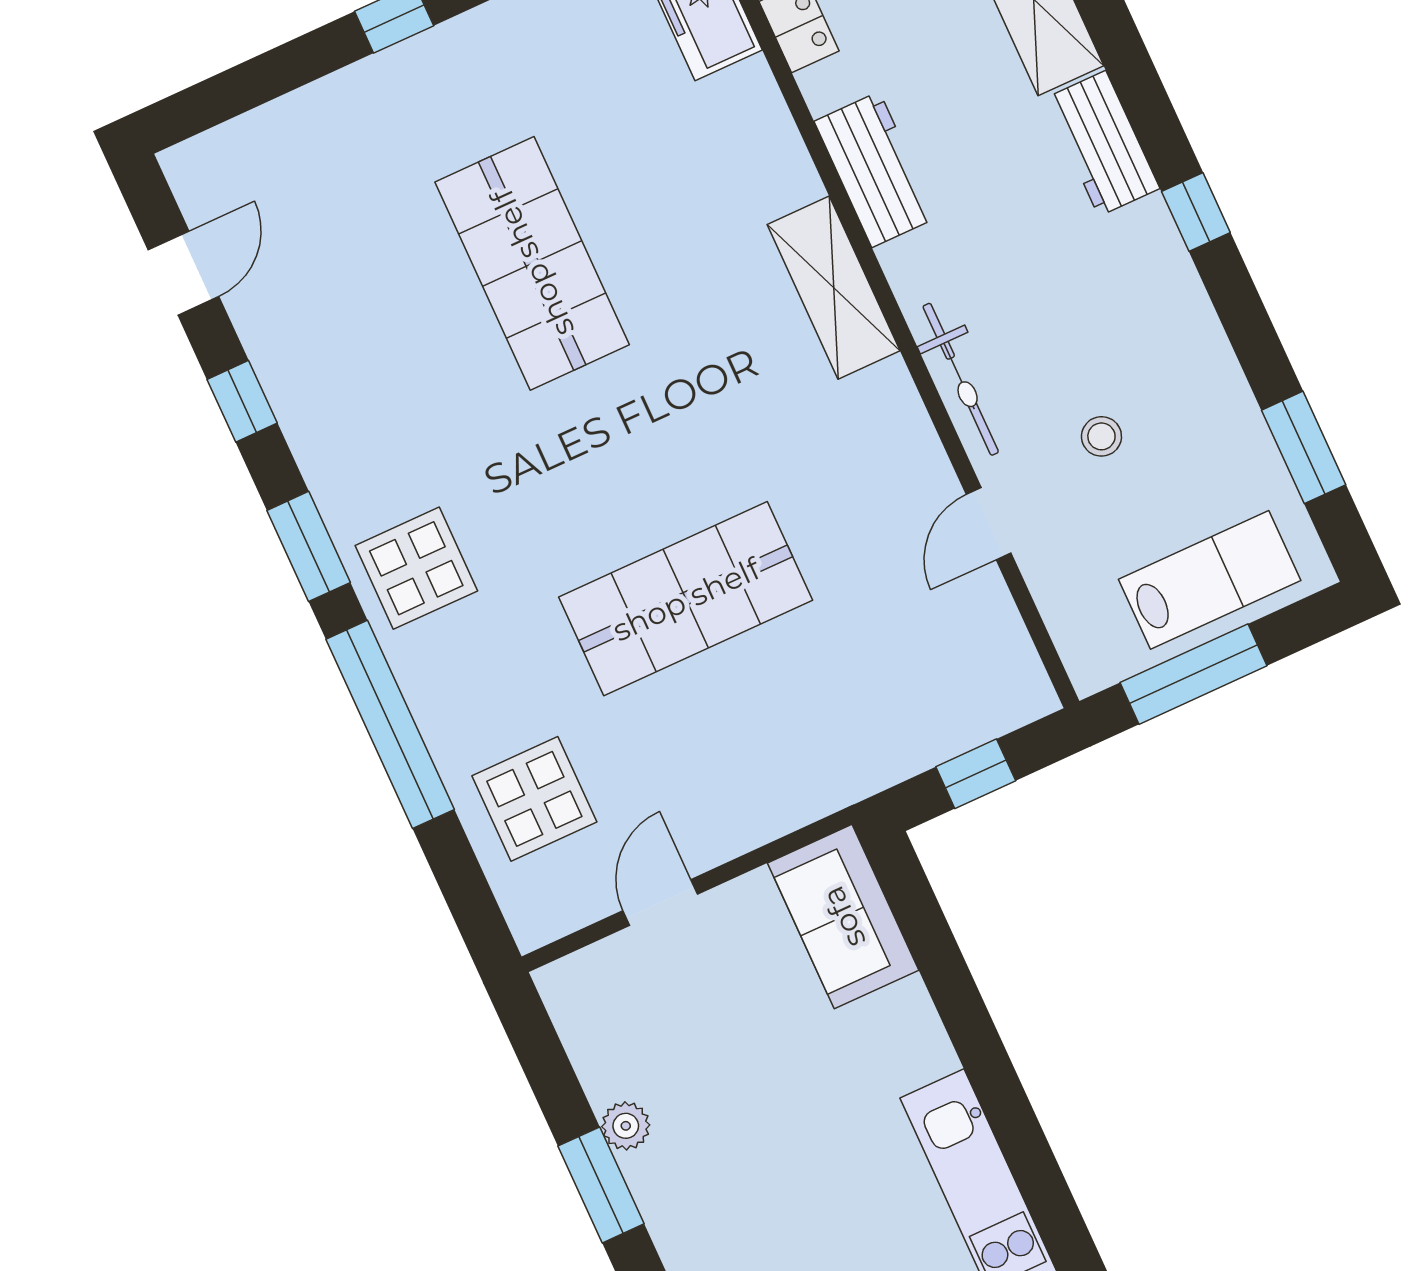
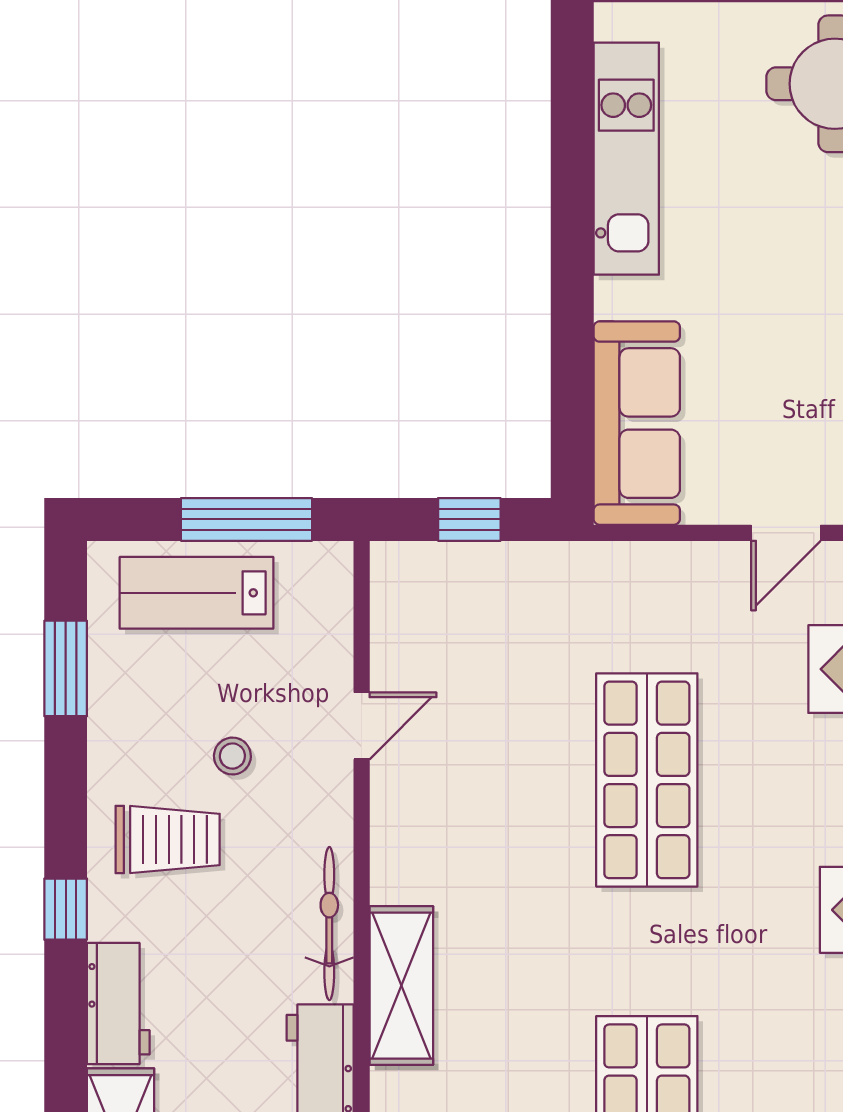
trolley: (1127, 326) -> (168, 839), added
bicycle: (961, 379) -> (329, 924), moved
shop shelf: (686, 599) -> (647, 780), turned 90
sofa: (843, 917) -> (637, 423), width x1.36

